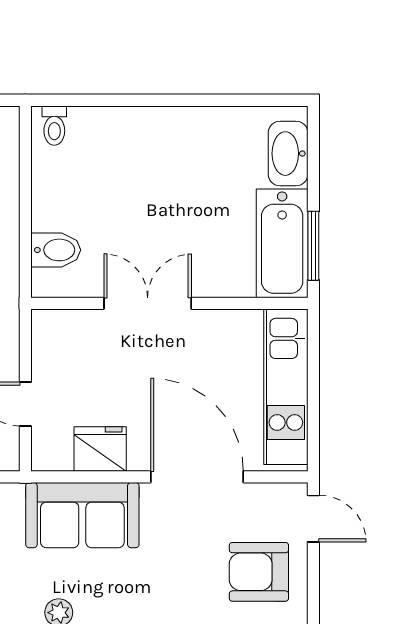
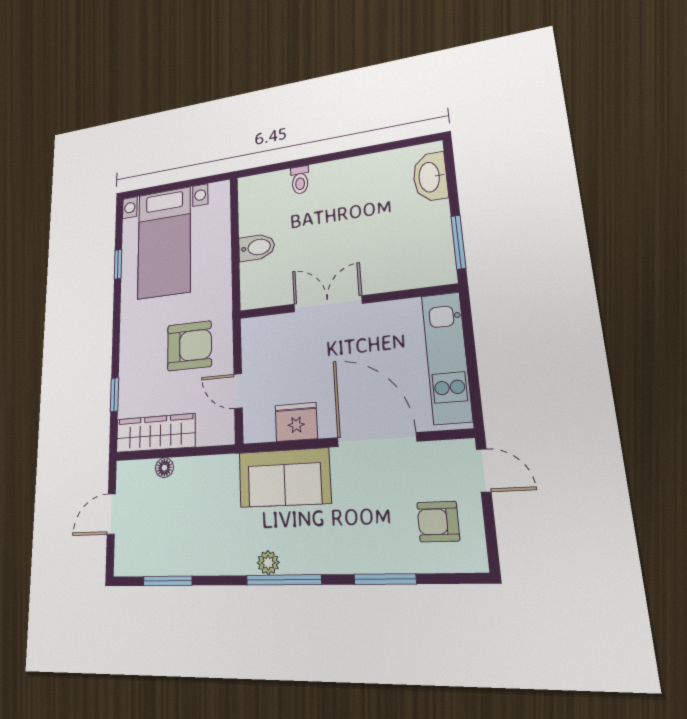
toilet: (54, 126) -> (300, 180), moved
bathtub: (282, 243) -> (432, 244), removed
bidet: (56, 250) -> (257, 247), moved
armchair: (259, 572) -> (438, 522), width x0.72, depth x0.72

